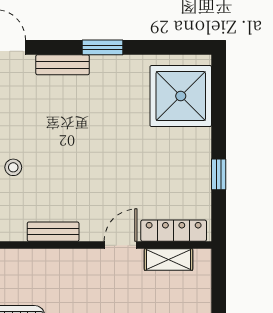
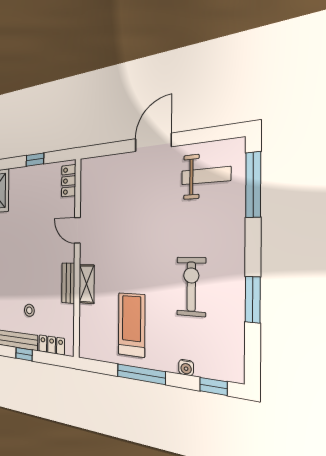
locker: (174, 231) -> (69, 181), width x0.66
shelving: (169, 259) -> (87, 284), moved

